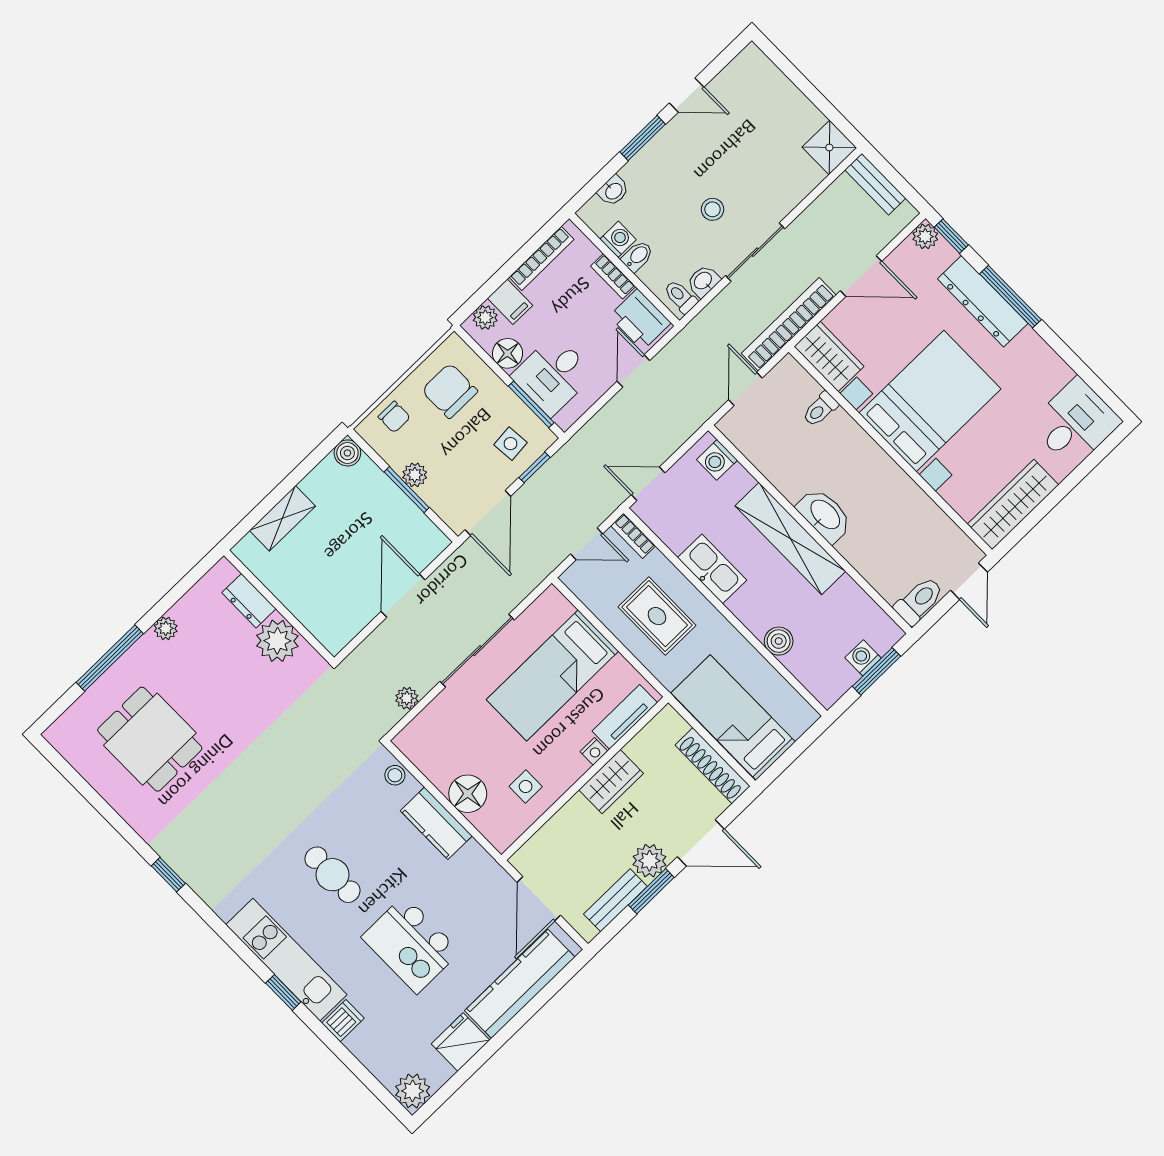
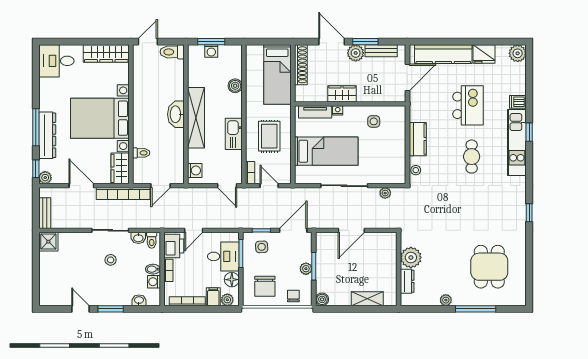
floor lamp: (468, 794) -> (396, 139), removed

